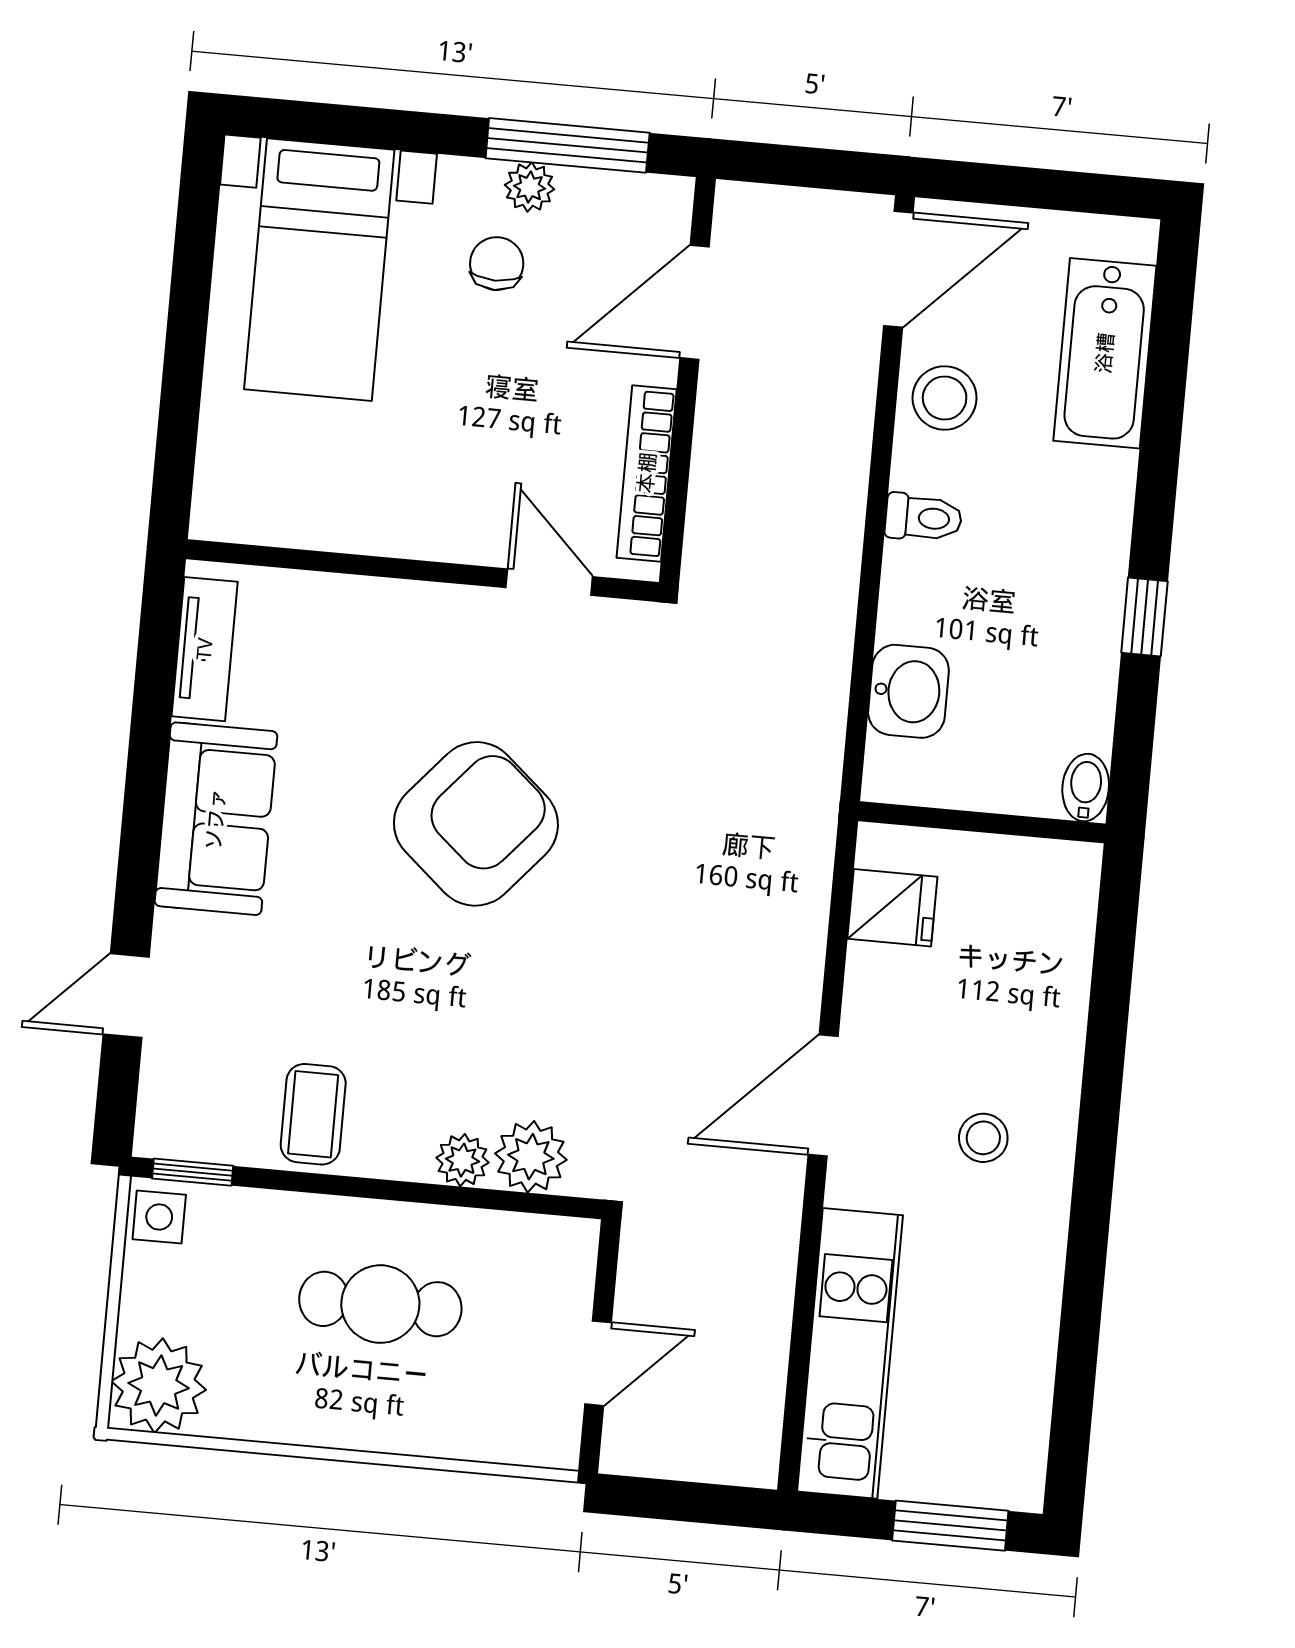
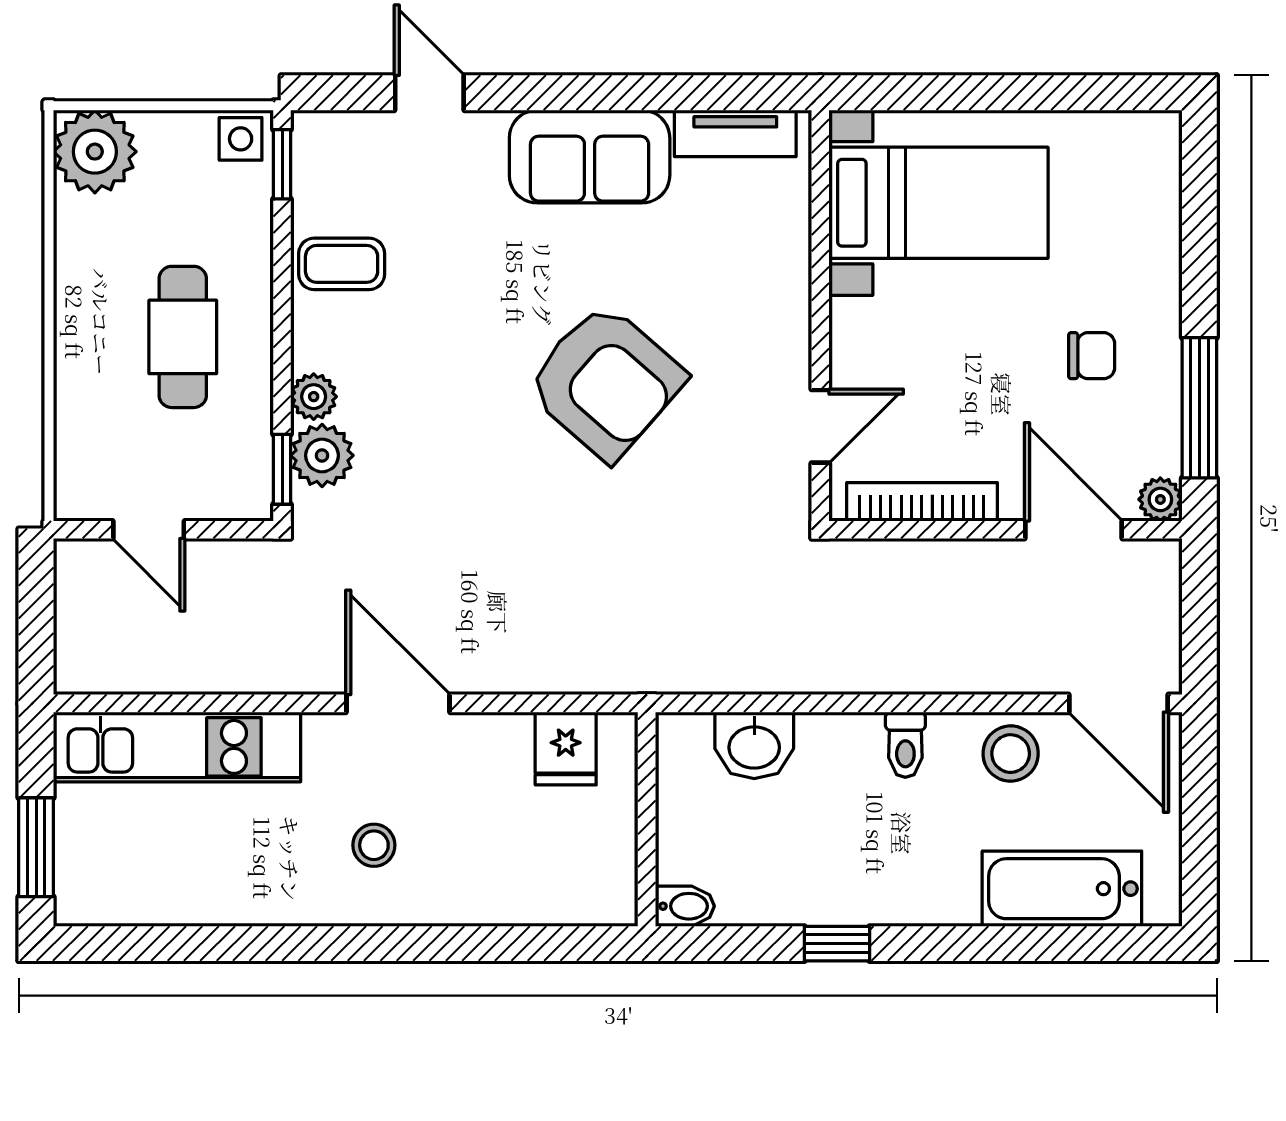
plant: (530, 187) -> (1160, 499), moved
bed with nightstands: (319, 270) -> (939, 203), moved, turned 180
window: (542, 1204) -> (282, 469), added

